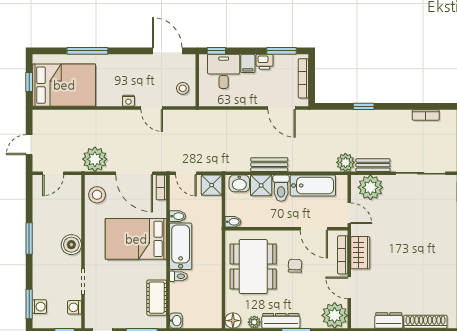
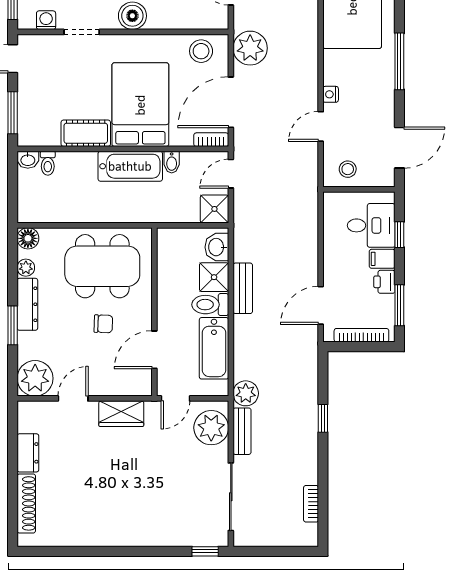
window: (87, 51) -> (399, 61), moved
window: (216, 51) -> (399, 235), moved
bidet: (233, 222) -> (164, 238), removed
bookcase: (343, 255) -> (118, 389), removed
toilet: (178, 276) -> (48, 163), moved
cot: (157, 298) -> (86, 133), moved

